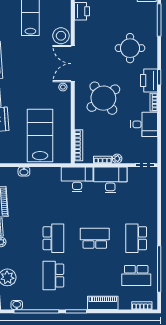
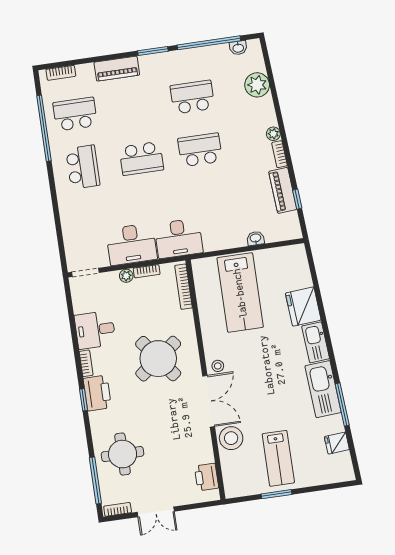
round table: (130, 48) -> (123, 454), moved
school desk: (53, 238) -> (200, 150), turned 90
school desk: (53, 276) -> (192, 97), turned -90

